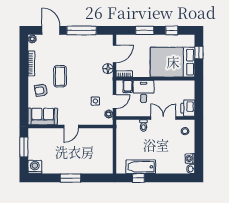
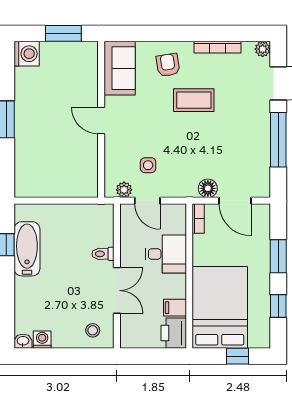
filing cabinet: (128, 86) -> (175, 308), moved
printer: (188, 108) -> (174, 333), moved, turned -90

